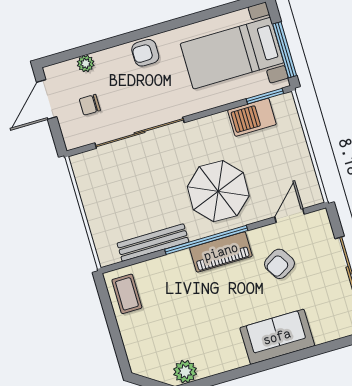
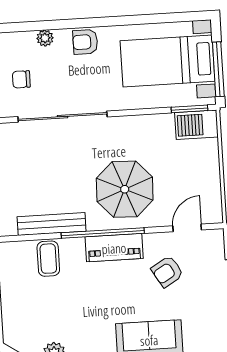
plant: (86, 63) -> (45, 38), moved
barbecue: (252, 117) -> (196, 125), moved
coffee table: (127, 294) -> (48, 259), moved

